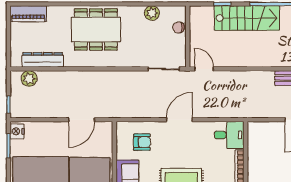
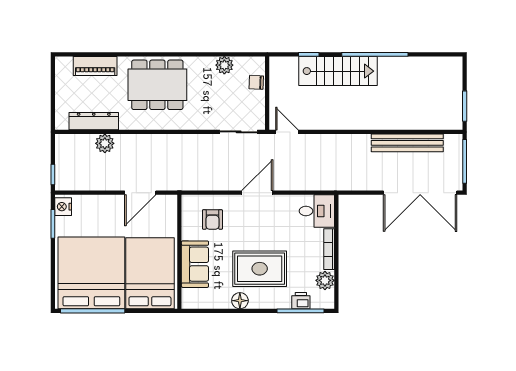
piano: (28, 14) -> (95, 66), moved
plant: (29, 78) -> (105, 143), moved
armchair: (142, 142) -> (212, 219), turned 90

